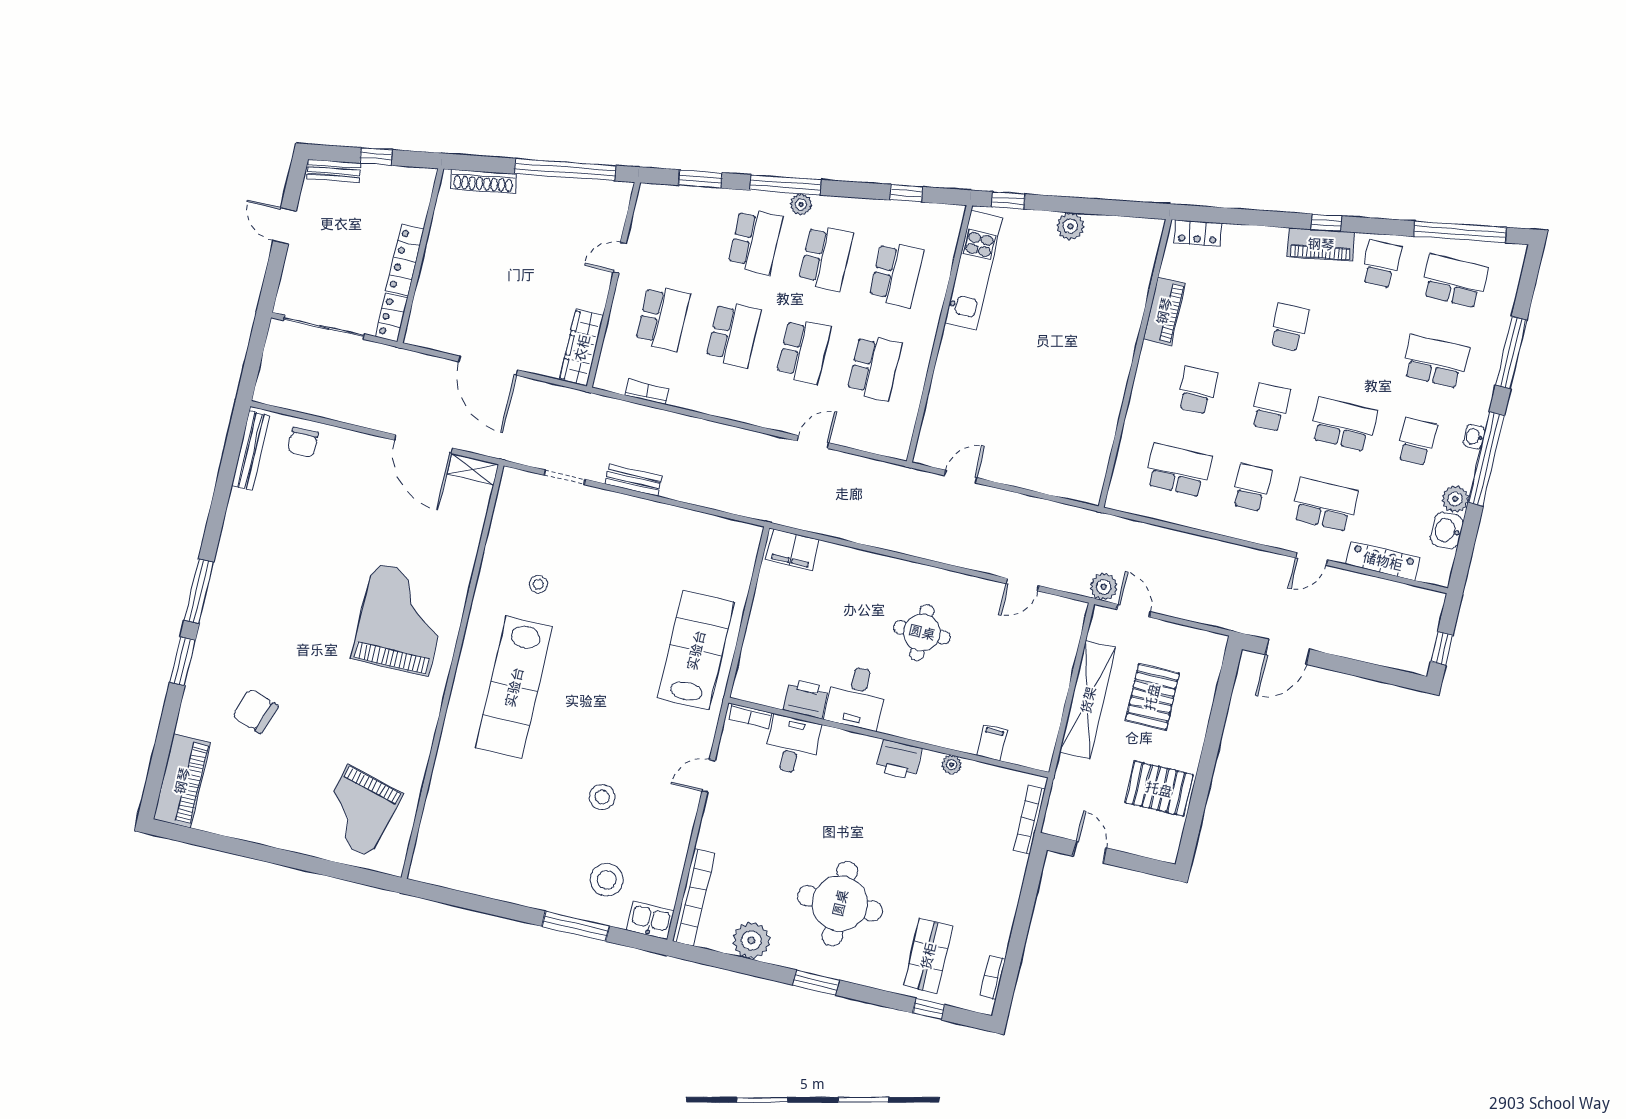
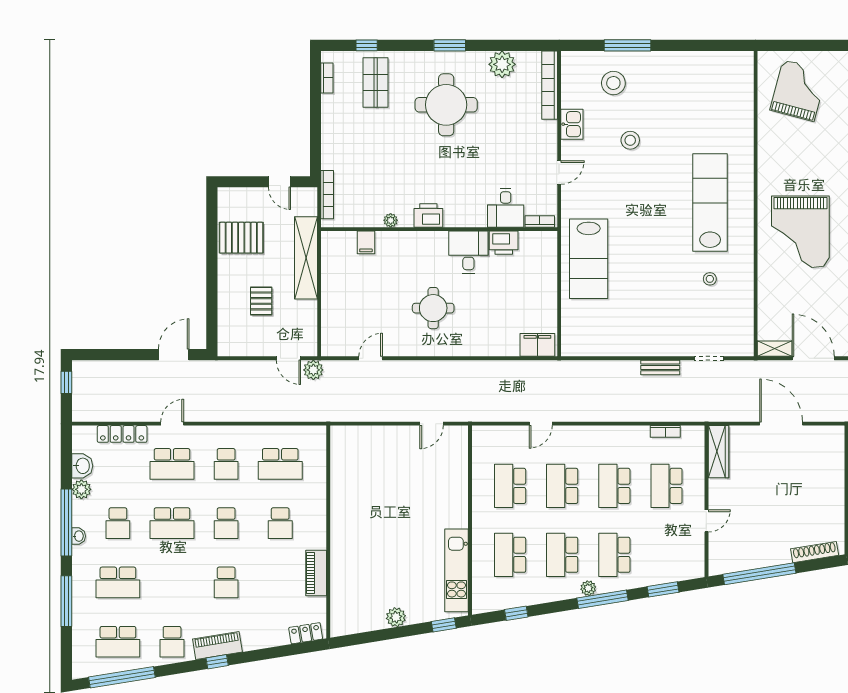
pallet: (1152, 697) -> (261, 301), width x0.67, depth x0.71
shelving: (1088, 700) -> (306, 258), moved
kitchen sink: (650, 920) -> (572, 124), moved, turned -90

